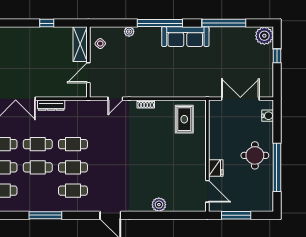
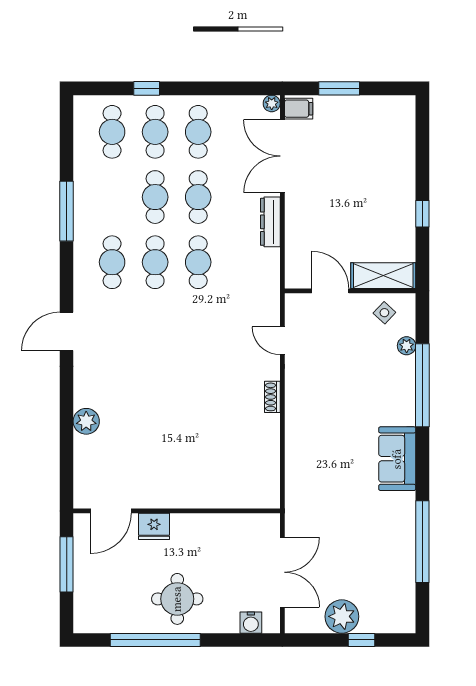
window: (160, 23) -> (422, 385), moved
plant: (129, 32) -> (407, 346), moved
plant: (264, 36) -> (342, 616), moved
sofa: (185, 37) -> (397, 459), width x0.73
rug: (184, 119) -> (244, 468), removed

